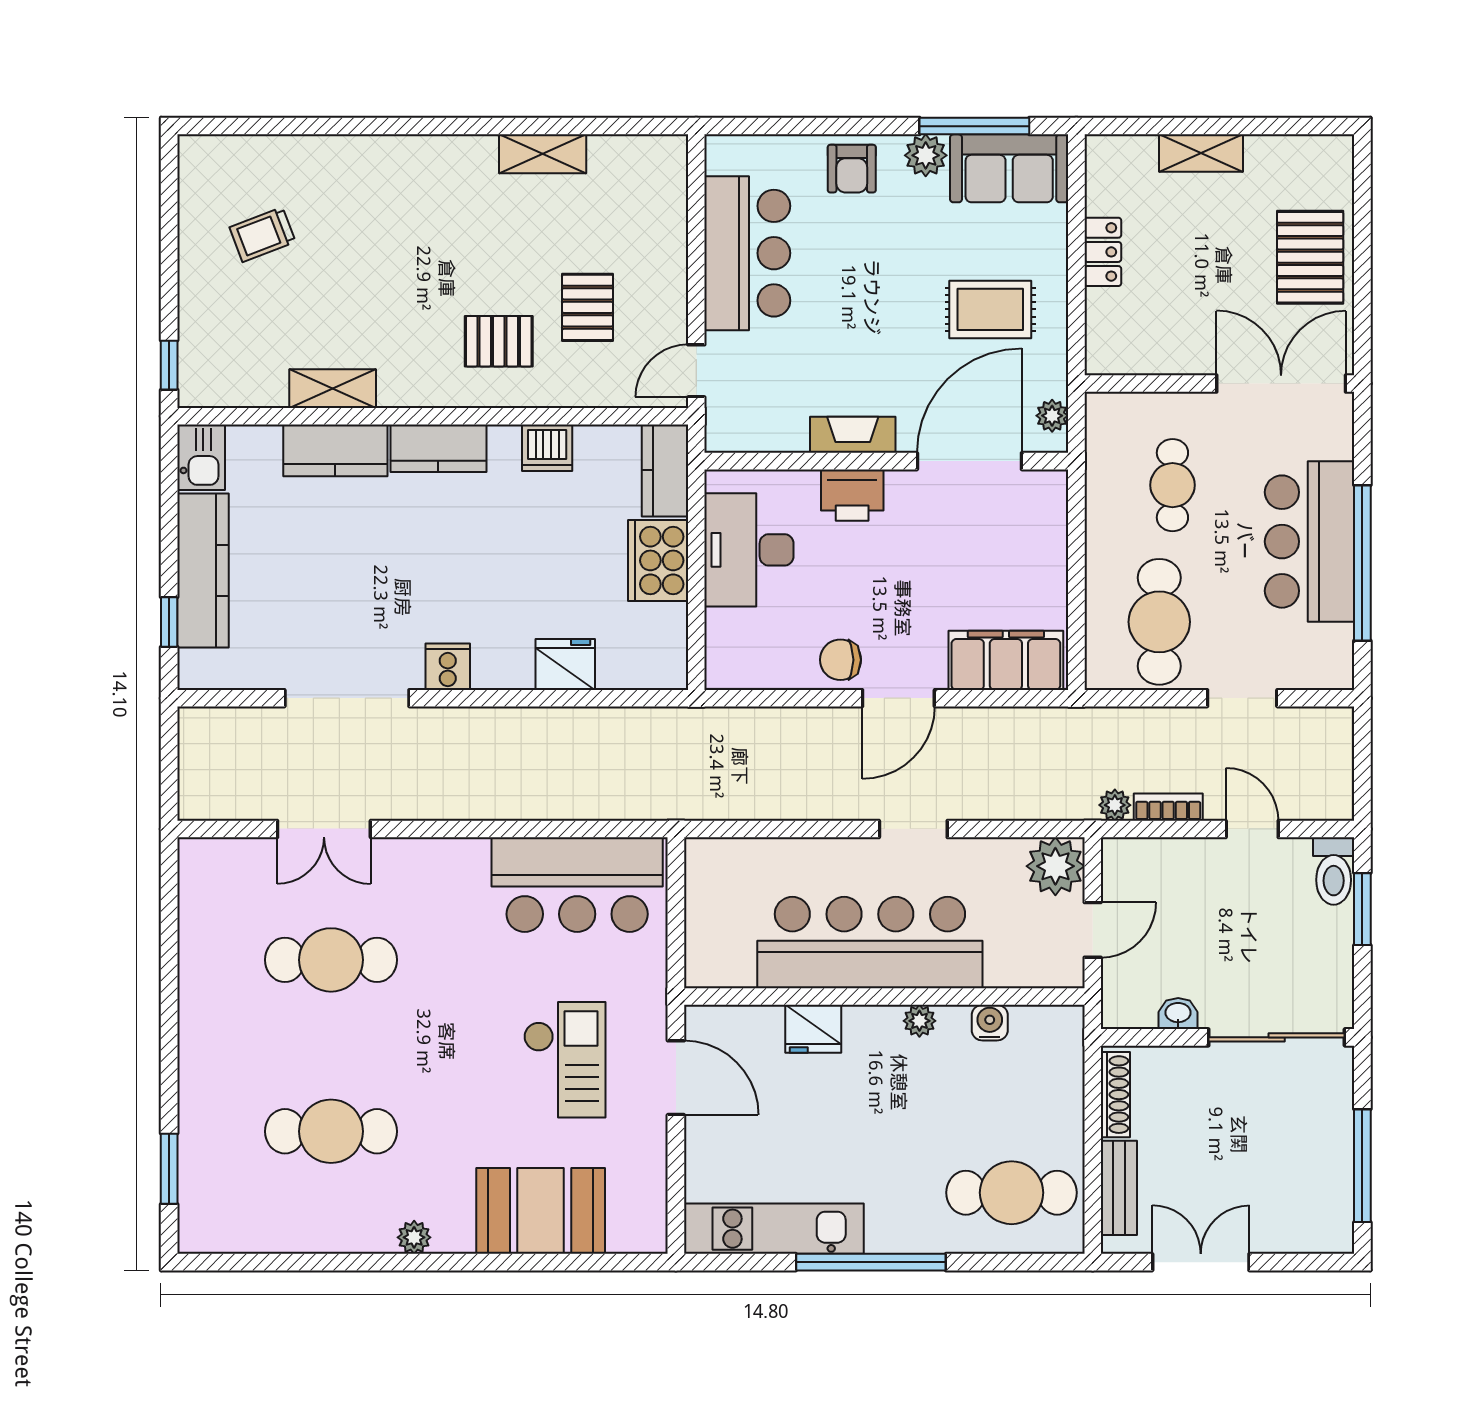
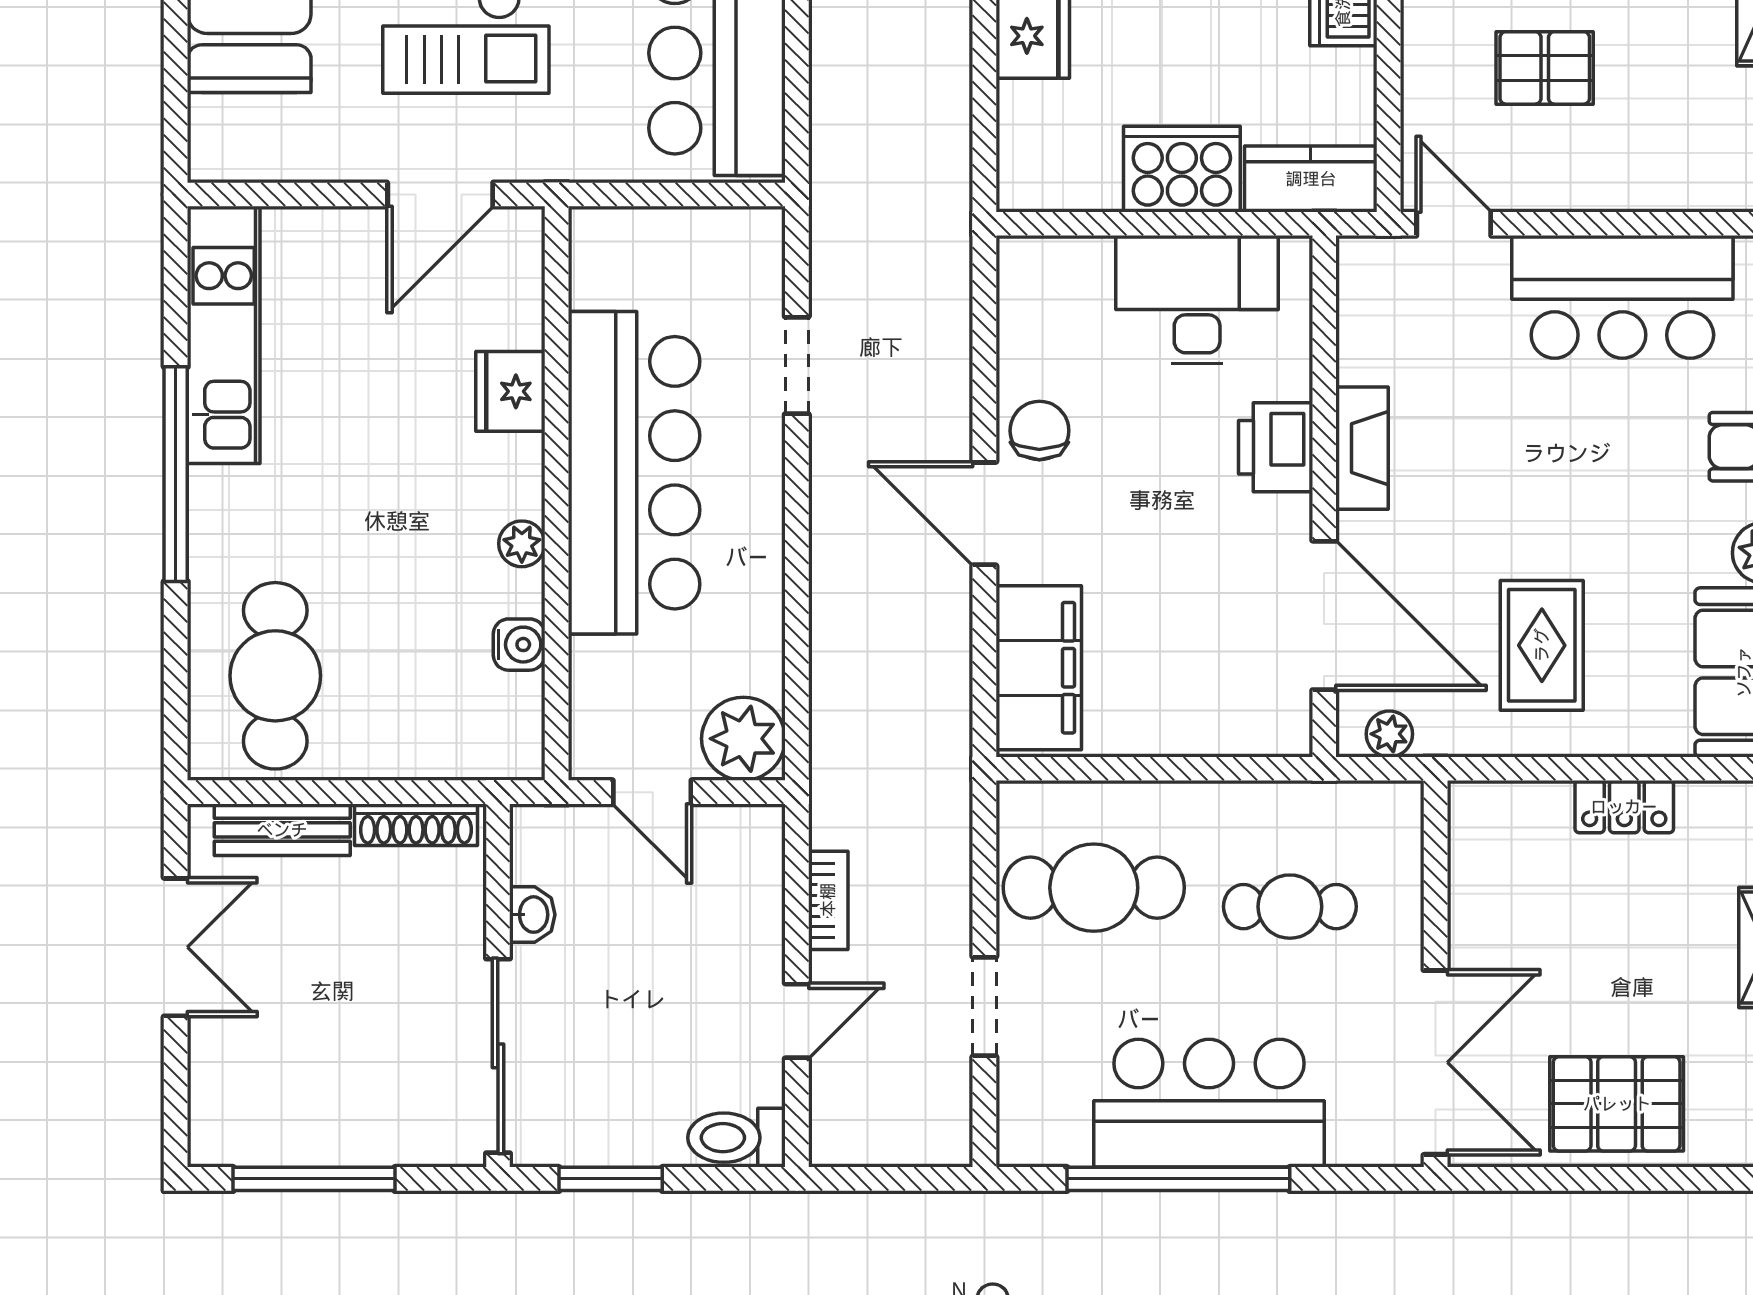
plant: (1115, 805) -> (831, 824), removed
doorway: (913, 829) -> (797, 365), moved
window: (1362, 909) -> (611, 1179), moved

